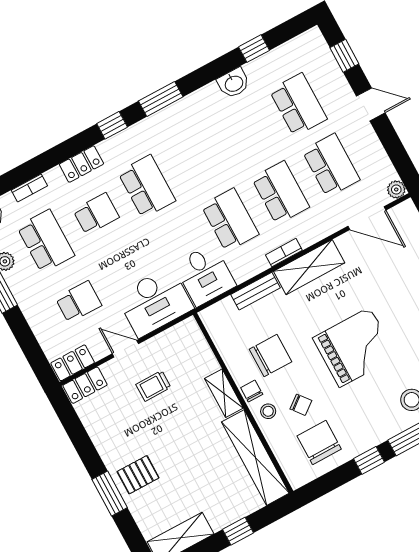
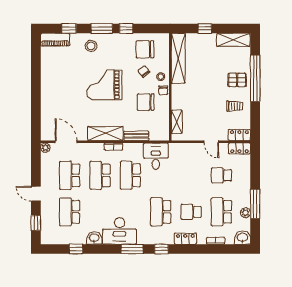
desk: (155, 302) -> (119, 231), moved, turned 180
trolley: (153, 386) -> (235, 106), moved
shelving: (224, 393) -> (177, 122), moved
chair: (319, 442) -> (145, 49), turned 90
window: (110, 494) -> (255, 78), width x2.11

